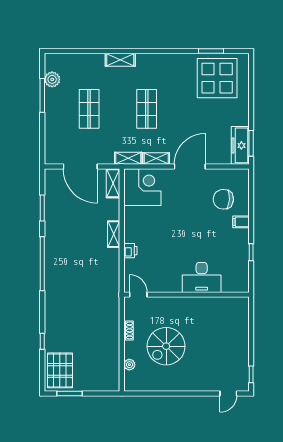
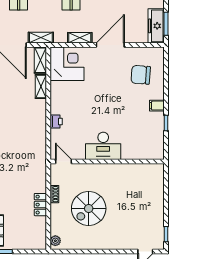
shelving: (128, 158) -> (41, 38), moved
filing cabinet: (241, 222) -> (157, 106), moved
shelving: (114, 234) -> (41, 87), moved
desk: (202, 277) -> (103, 146), moved
locker: (113, 342) -> (40, 205), added
plant: (129, 365) -> (55, 241), moved

